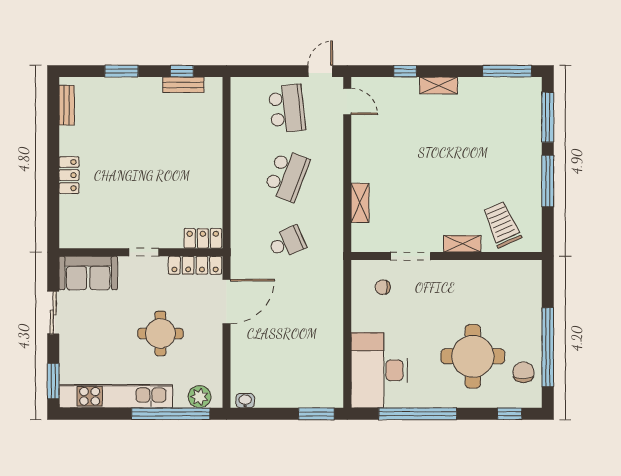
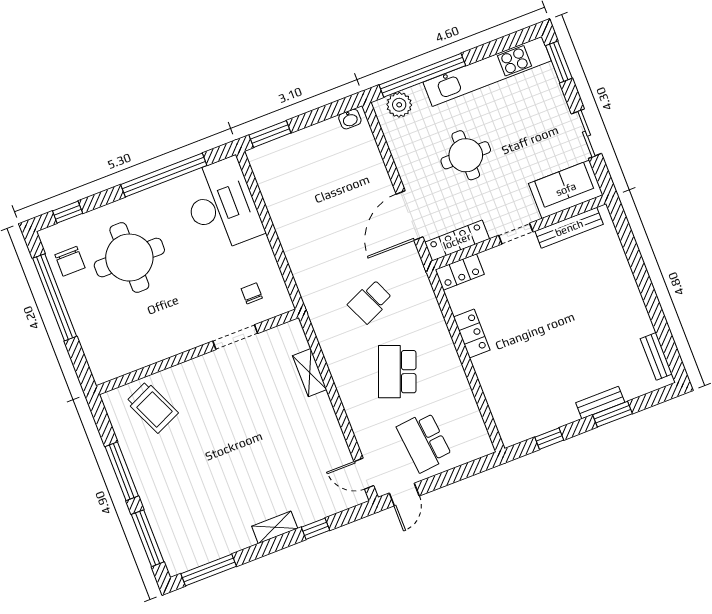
bench: (183, 85) -> (600, 402), moved
locker: (69, 175) -> (472, 334), moved, turned 180
bench: (98, 240) -> (569, 228), added
shelving: (462, 244) -> (186, 371), removed
chair: (383, 287) -> (252, 293), turned -90

